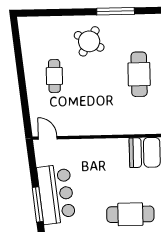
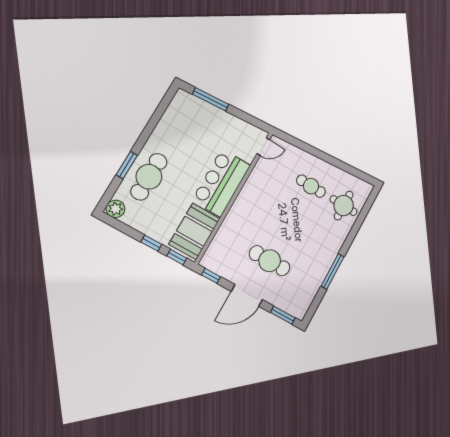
round table: (89, 41) -> (344, 206), moved, turned -30
bar counter: (56, 194) -> (221, 183), moved, turned 96

